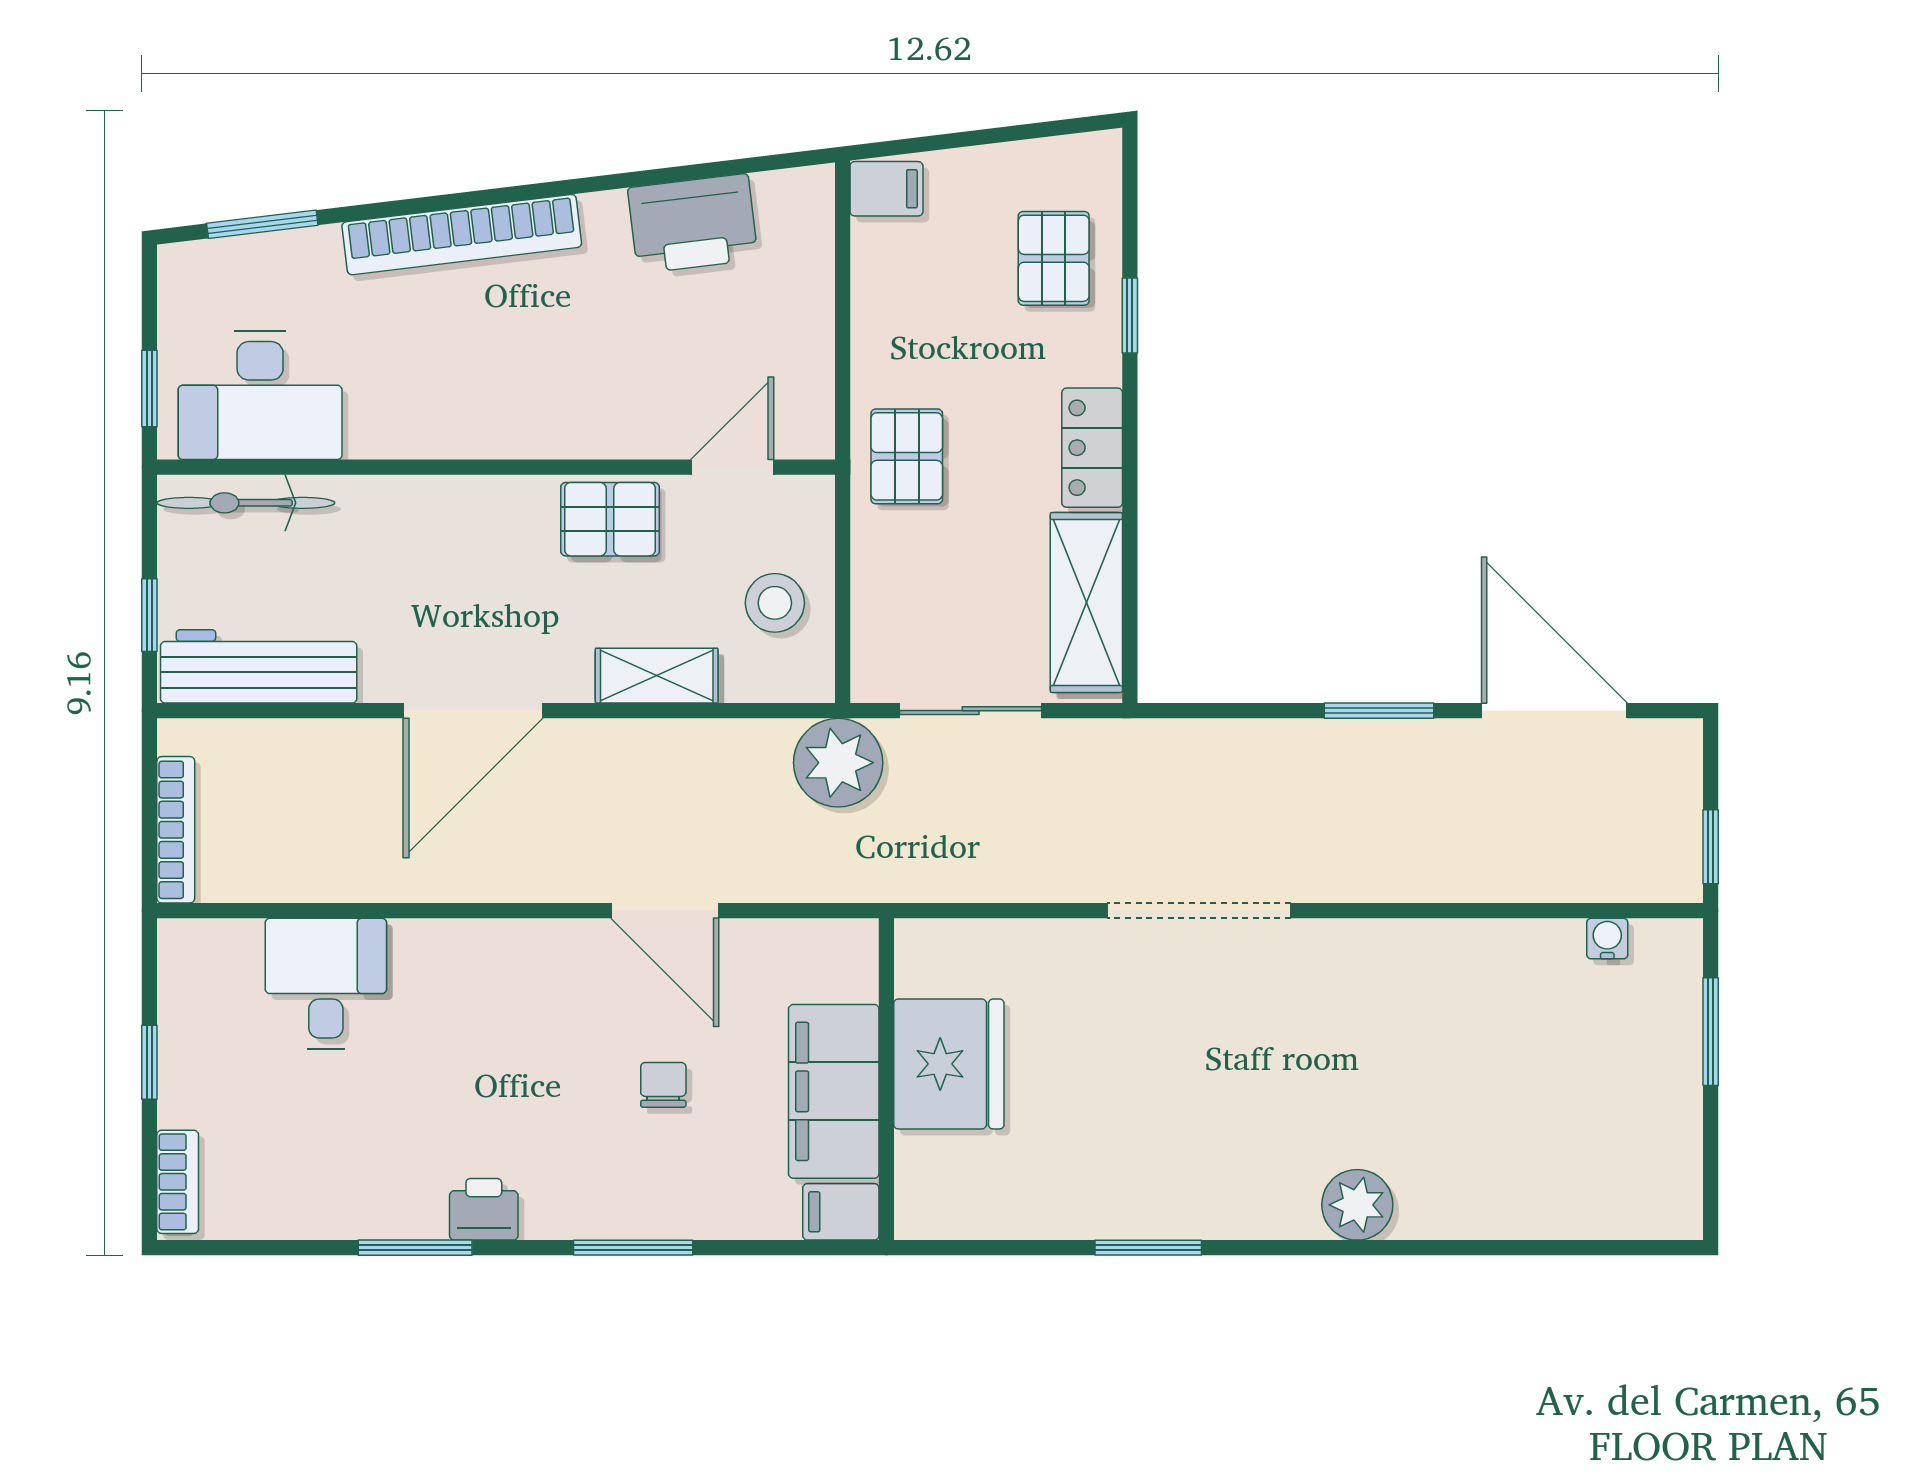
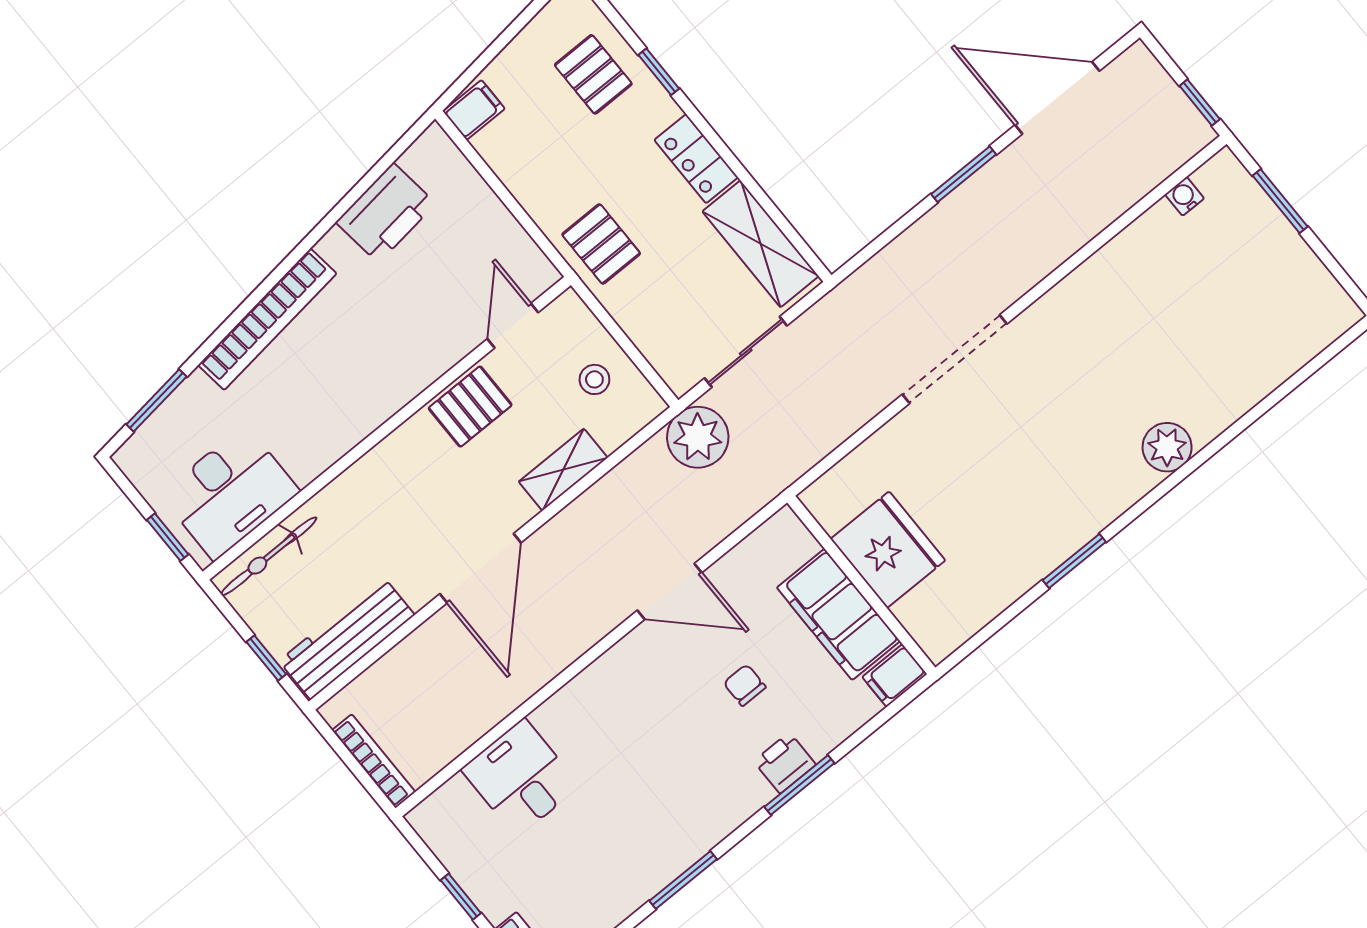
stool: (775, 603) -> (594, 379), width x0.73, depth x0.73
printer: (484, 1209) -> (785, 763), moved

